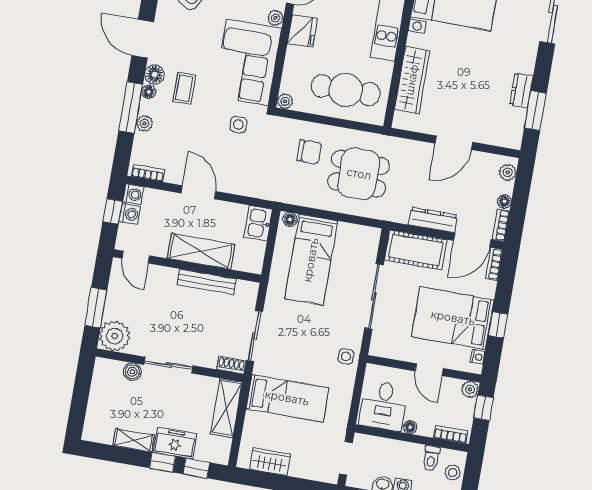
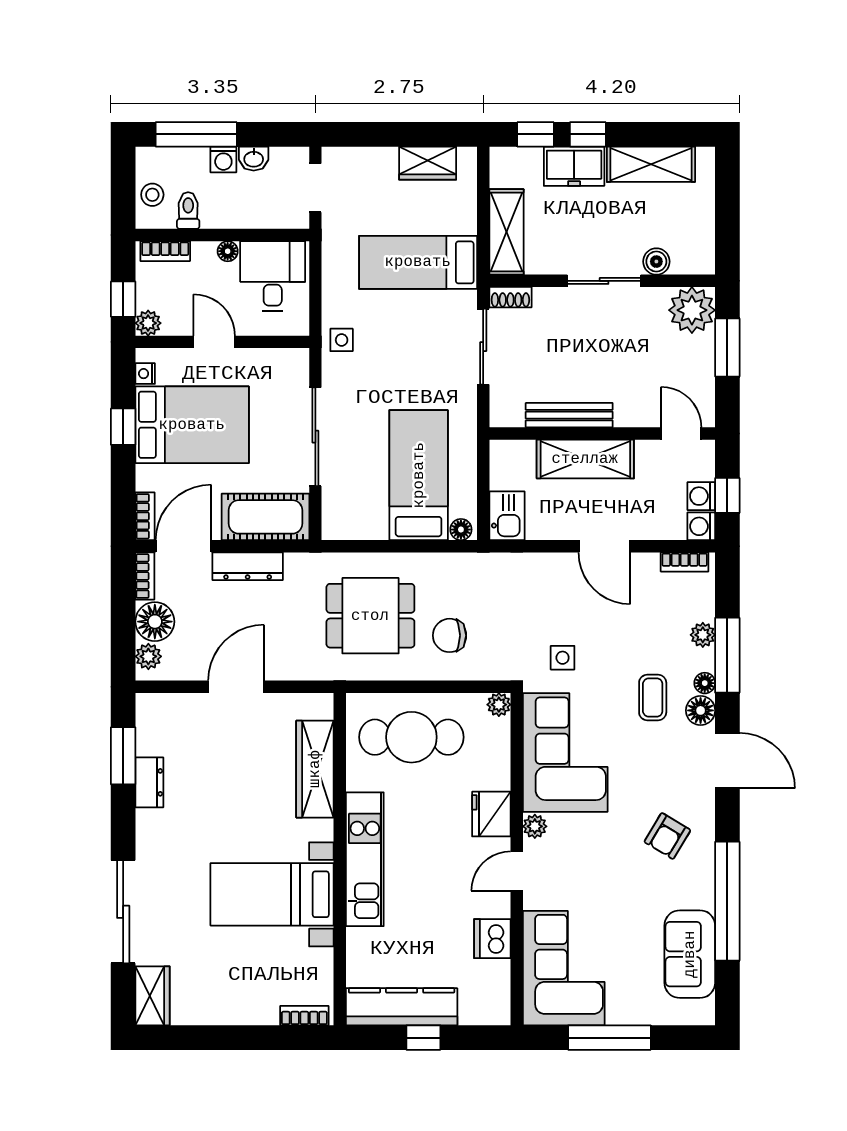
floor lamp: (504, 201) -> (155, 622), width x1.89, depth x1.89
shelving: (134, 440) -> (651, 164), width x1.50, depth x1.33

